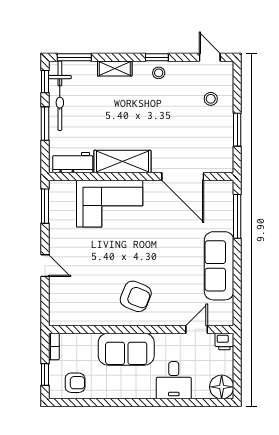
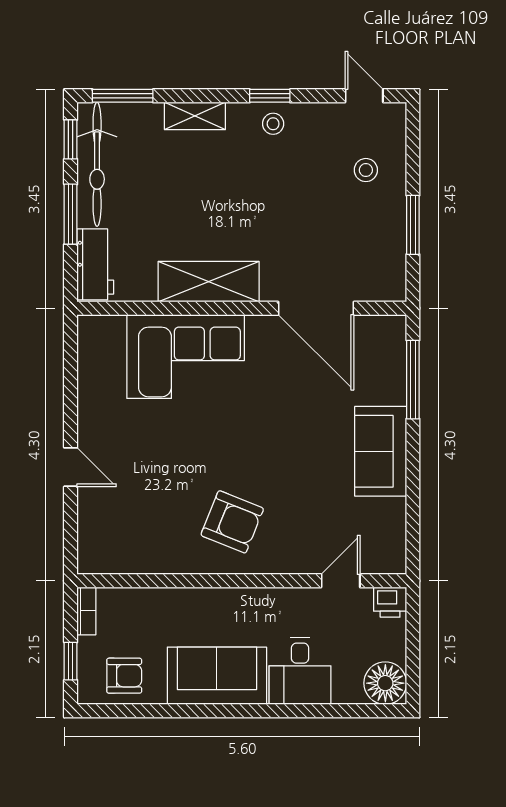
workbench: (73, 163) -> (95, 264), moved, turned 90
window: (45, 206) -> (71, 361), removed
sofa: (219, 266) -> (381, 451), width x0.73
sofa: (126, 349) -> (217, 676), moved, turned 180

